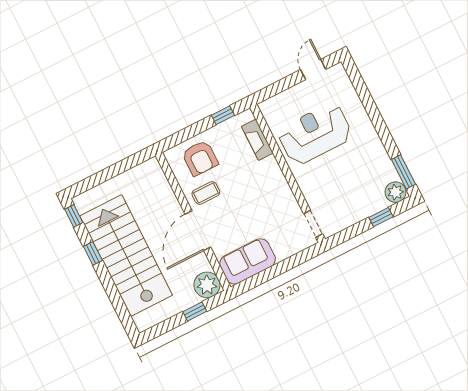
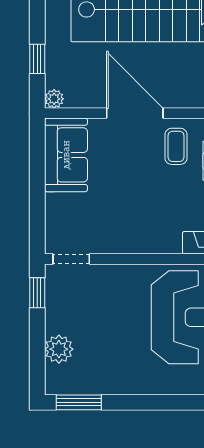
plant: (396, 192) -> (59, 349), moved
window: (381, 217) -> (37, 293), moved
plant: (207, 285) -> (54, 99), width x0.53, depth x0.53

